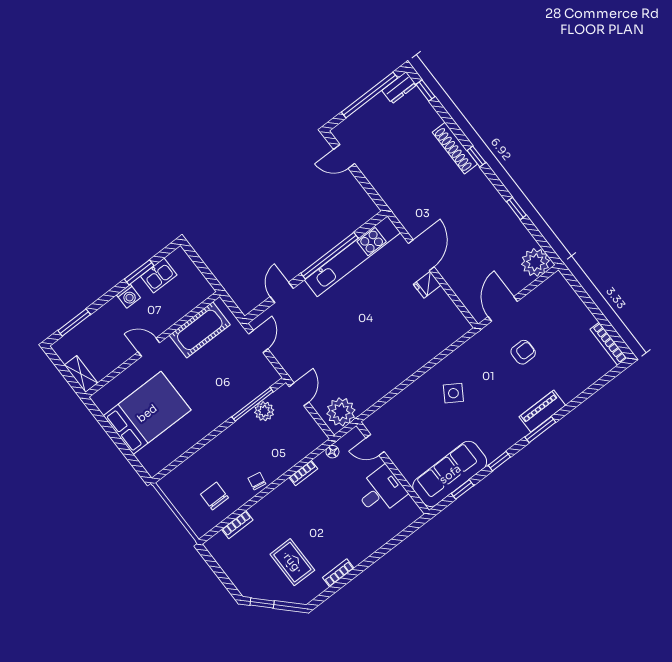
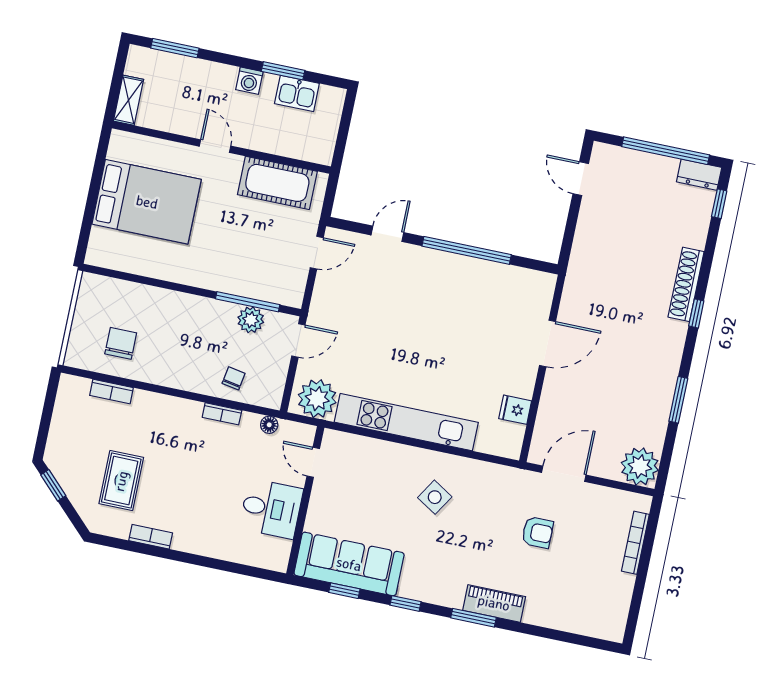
window: (516, 208) -> (678, 400), width x1.50
kitchen unit: (352, 256) -> (406, 422), moved, turned 180
fridge: (427, 285) -> (515, 410), moved
bookcase: (608, 344) -> (635, 543), moved
chair: (257, 481) -> (234, 378), moved

